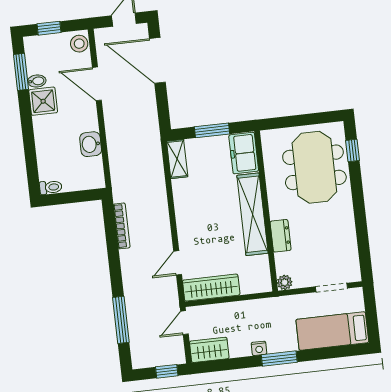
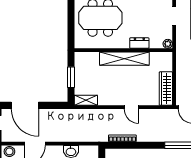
door: (157, 60) -> (25, 105), hinge flipped
freezer: (244, 153) -> (87, 60), removed
door: (178, 263) -> (131, 107), moved

